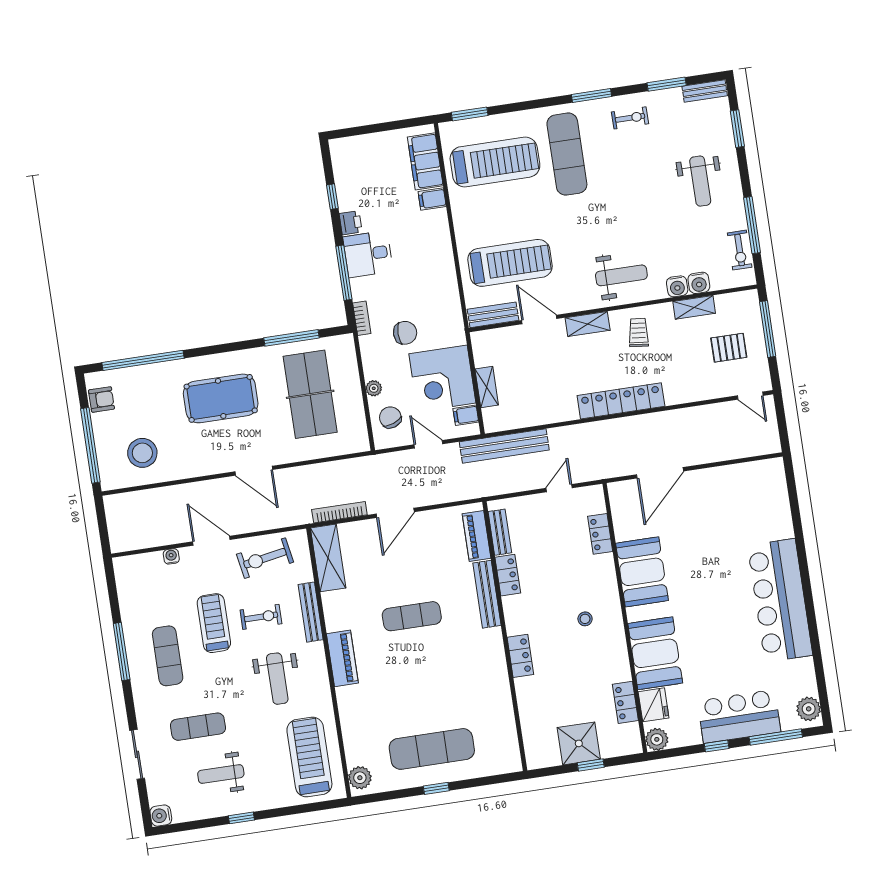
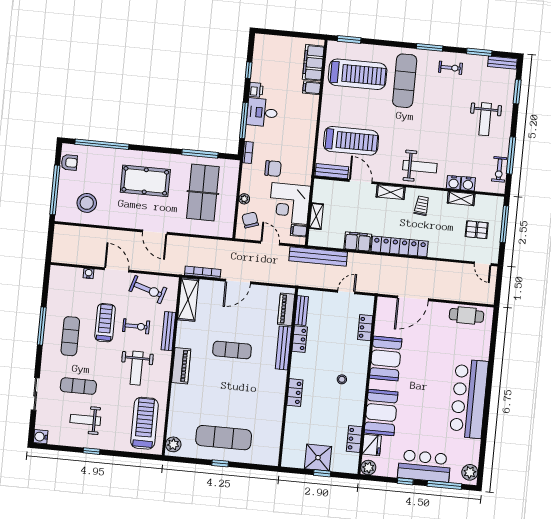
filing cabinet: (557, 409) -> (358, 242), added
cafe table: (745, 478) -> (466, 315), added
exercise bike: (265, 558) -> (148, 290), turned -153

